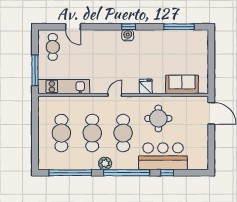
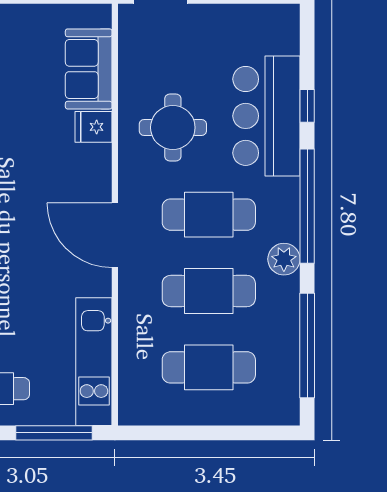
fridge: (146, 86) -> (94, 127), moved
door: (115, 95) -> (115, 235), width x1.87

